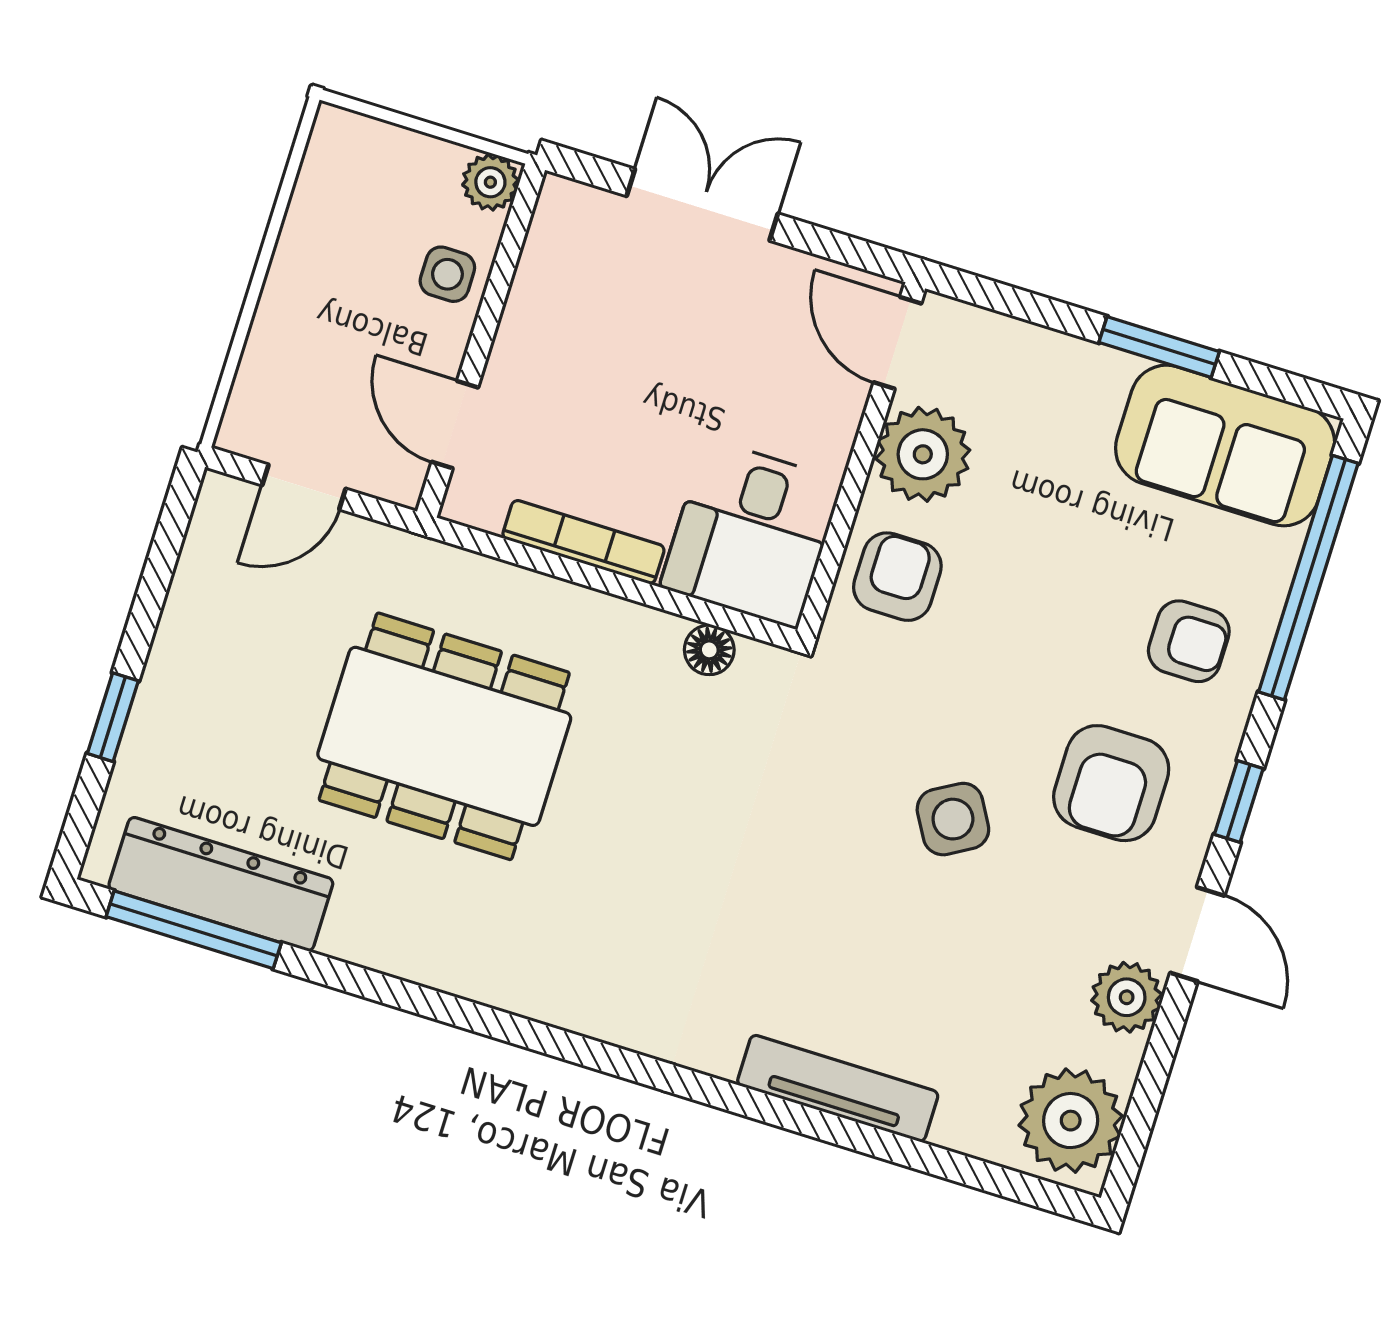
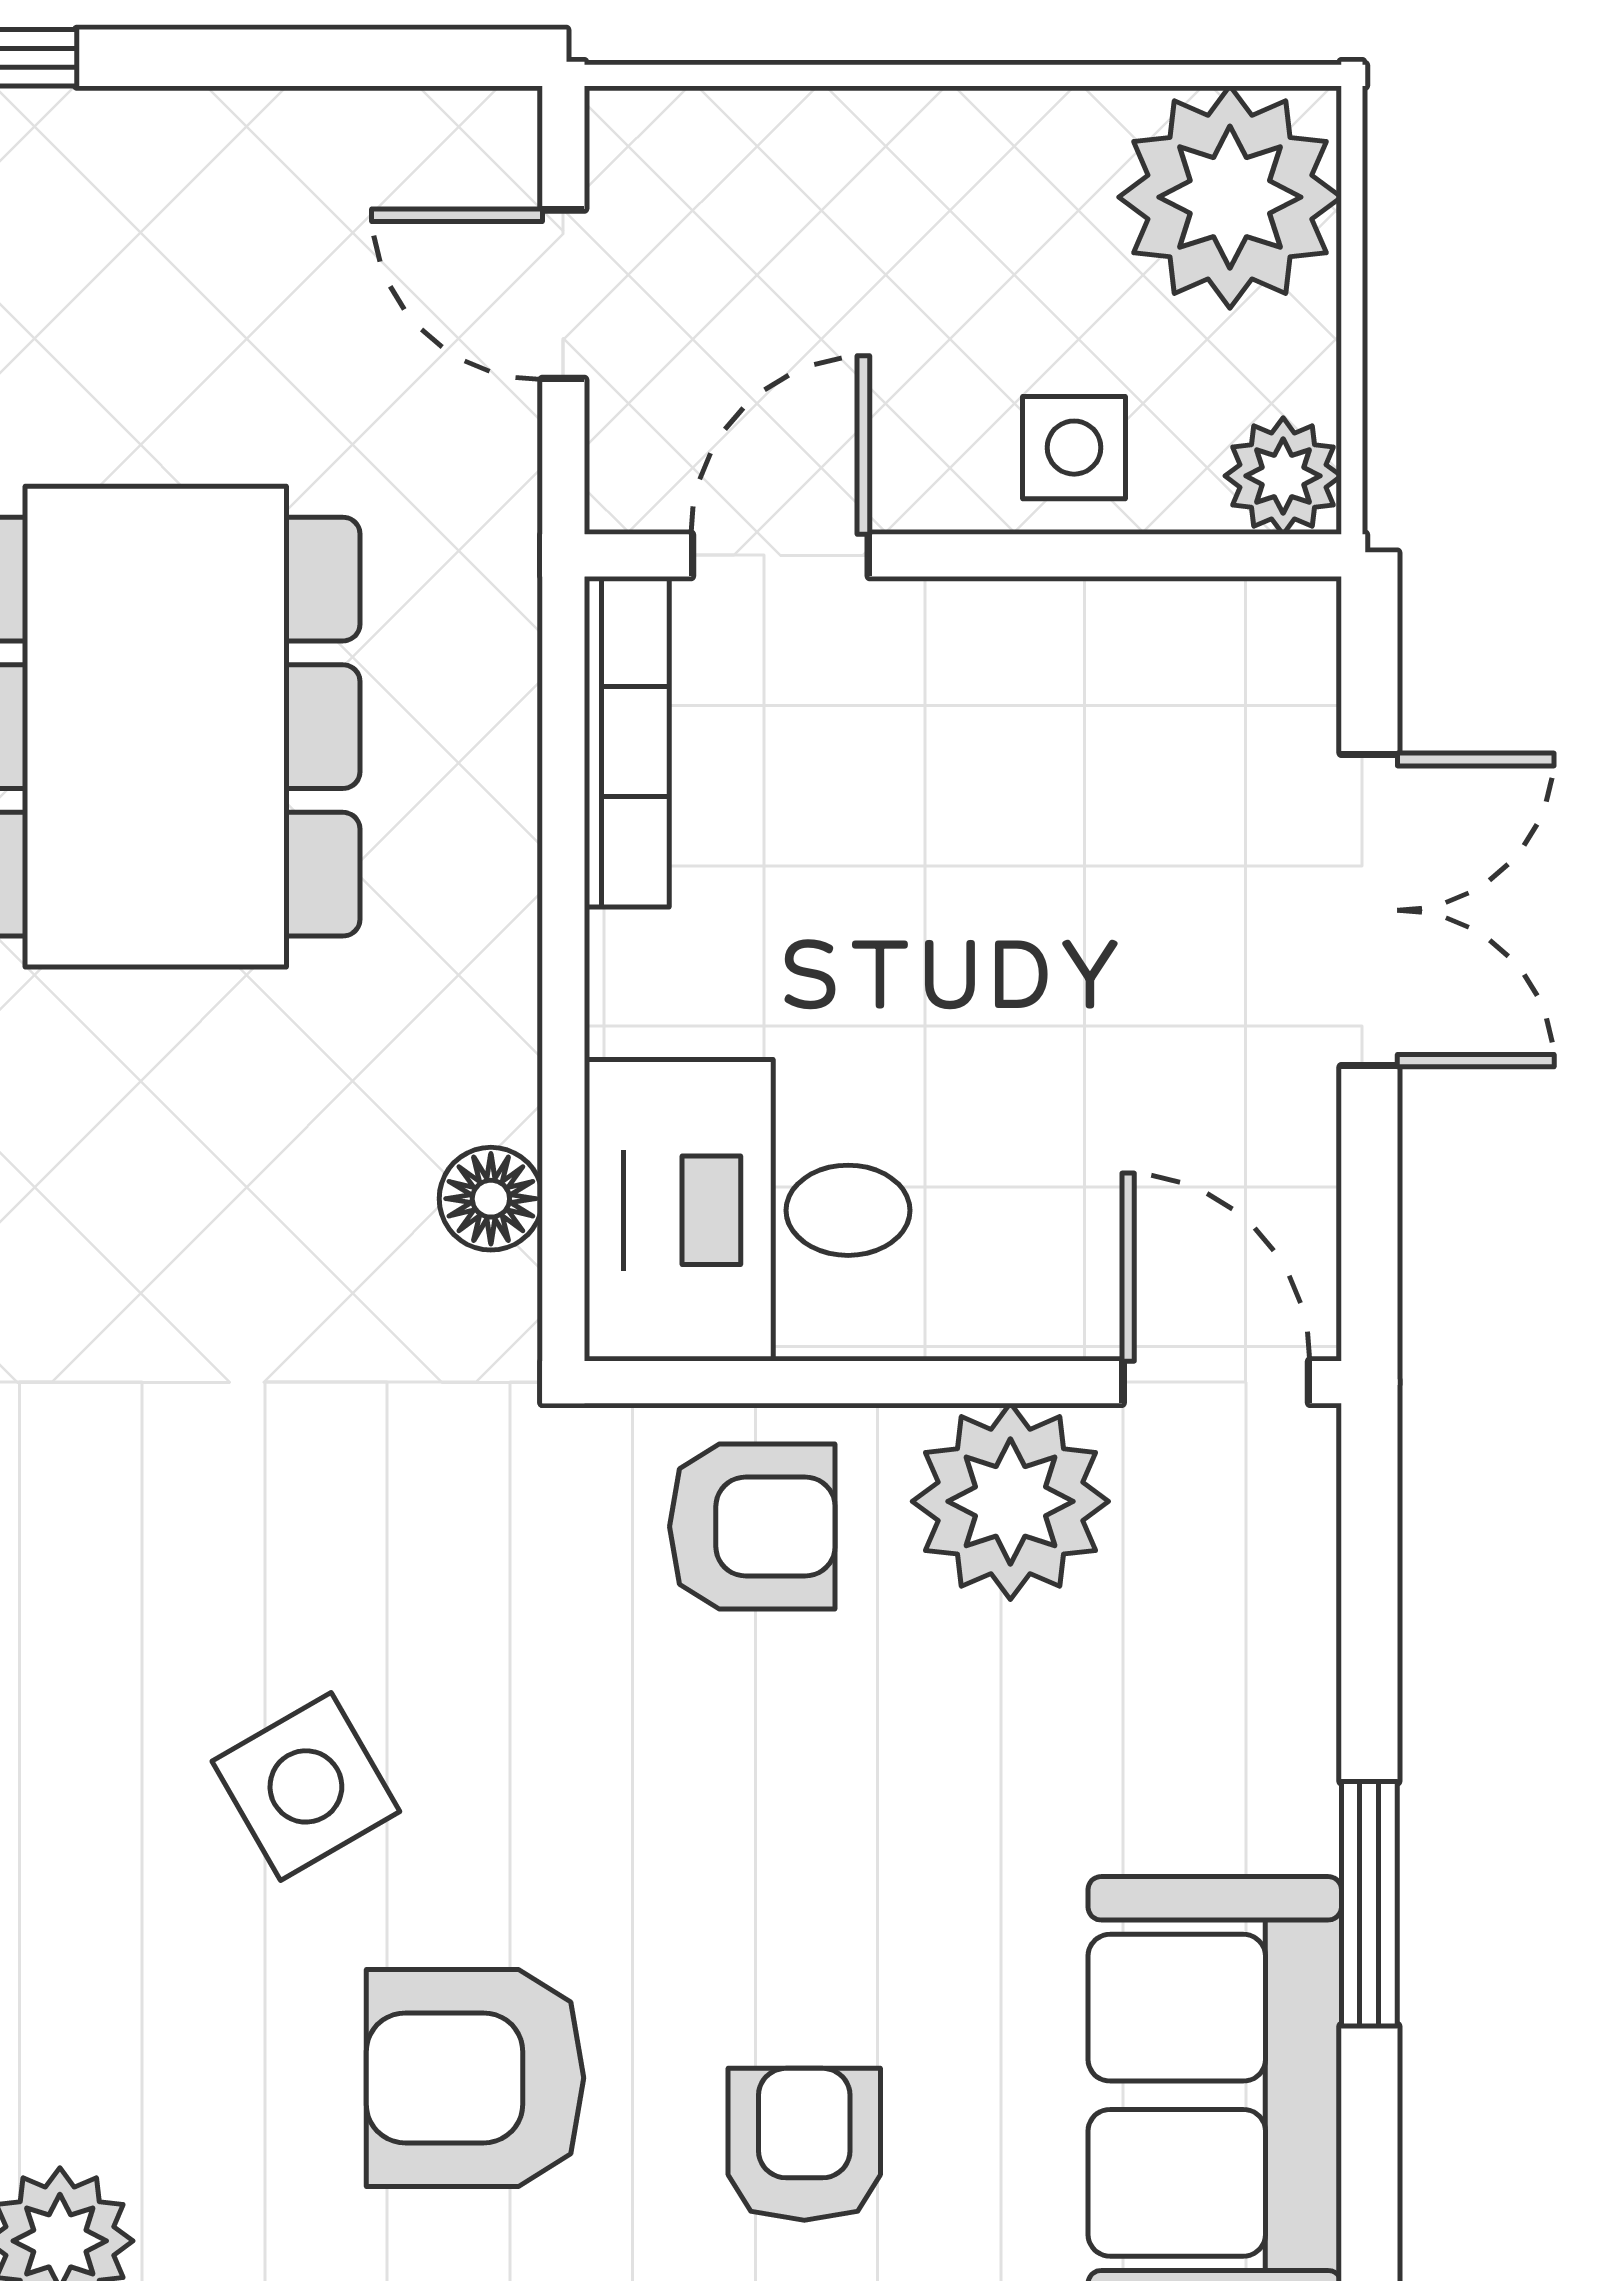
plant: (355, 167) -> (1230, 197), added
door: (897, 343) -> (1216, 1382), hinge flipped
bookcase: (583, 542) -> (627, 742), moved
armchair: (1189, 641) -> (804, 2144), turned 180

